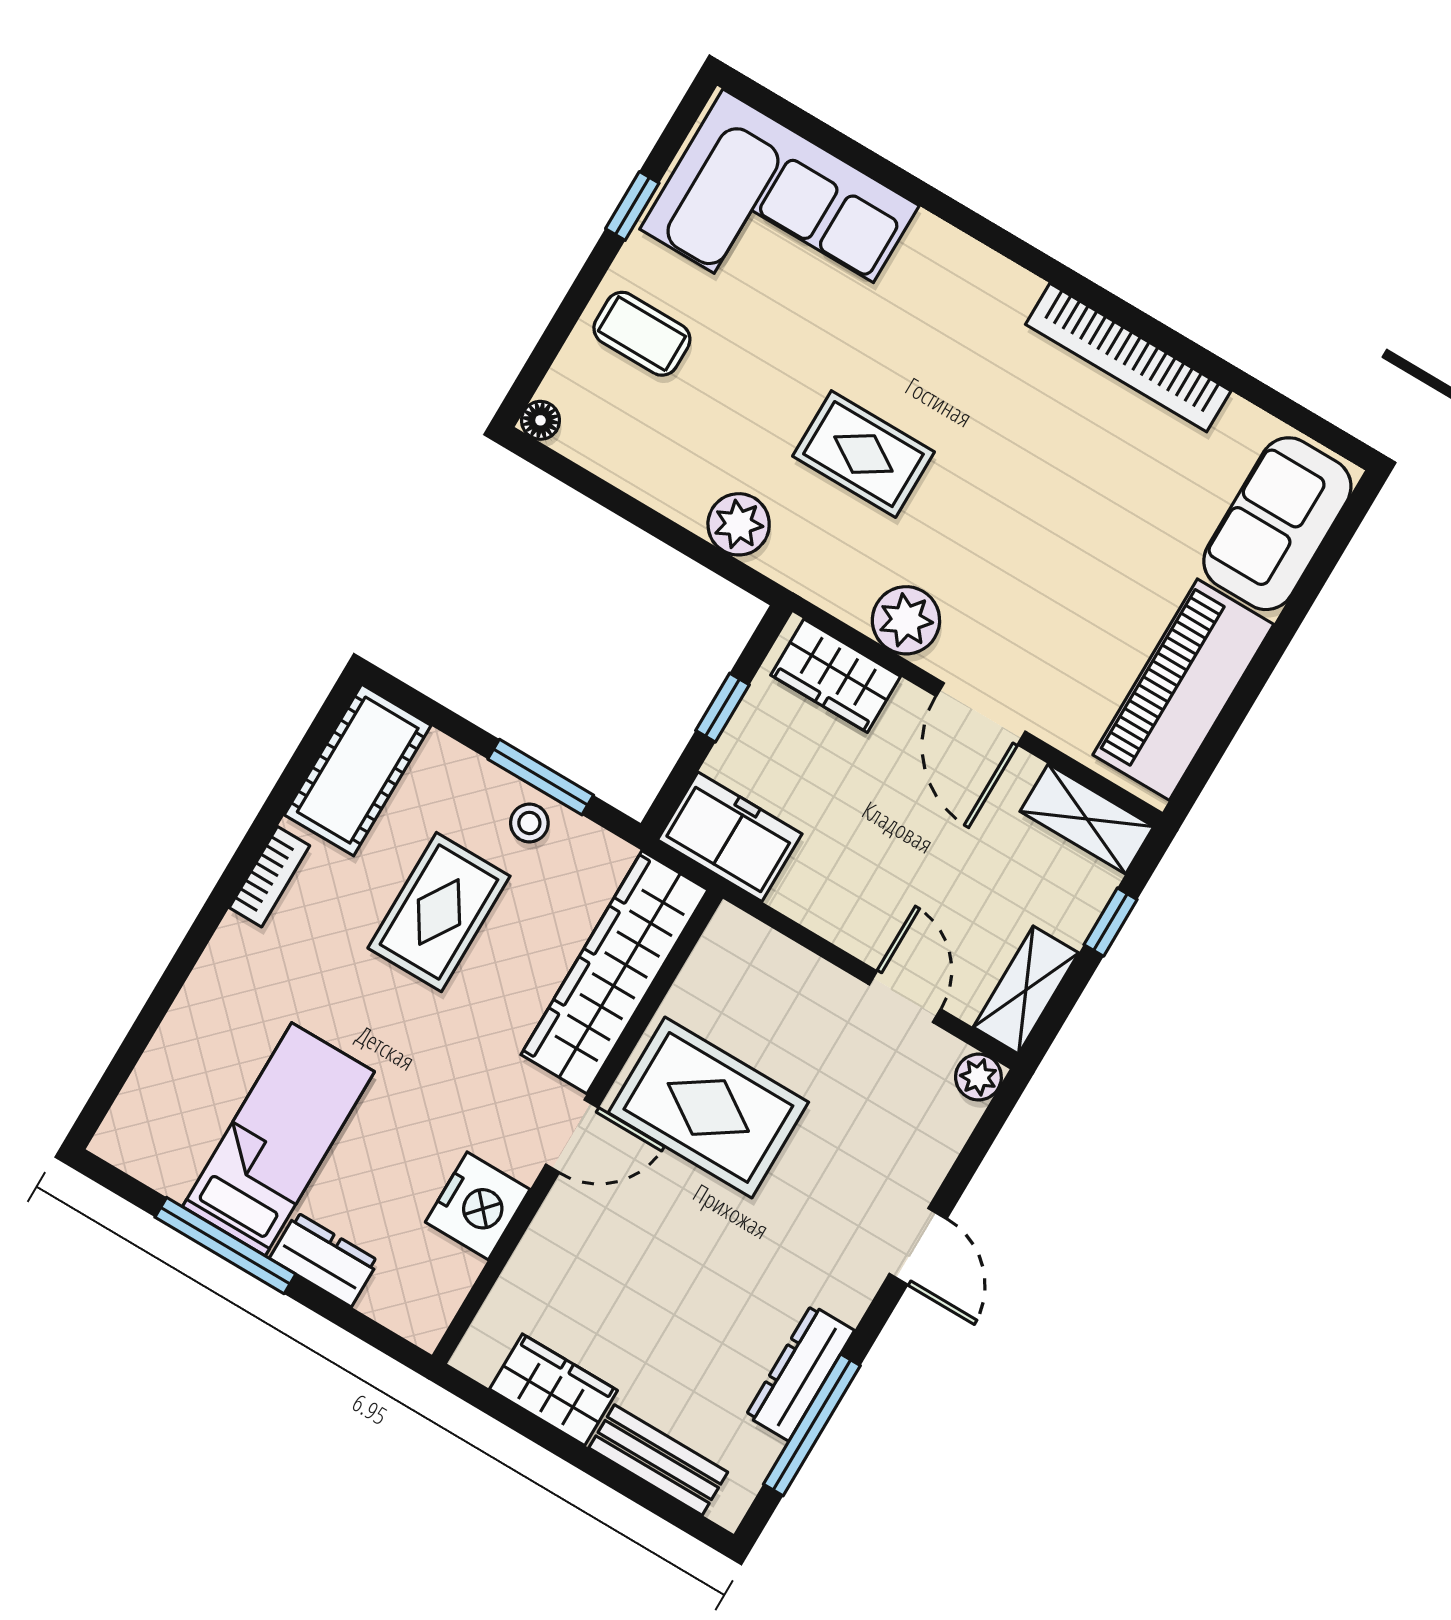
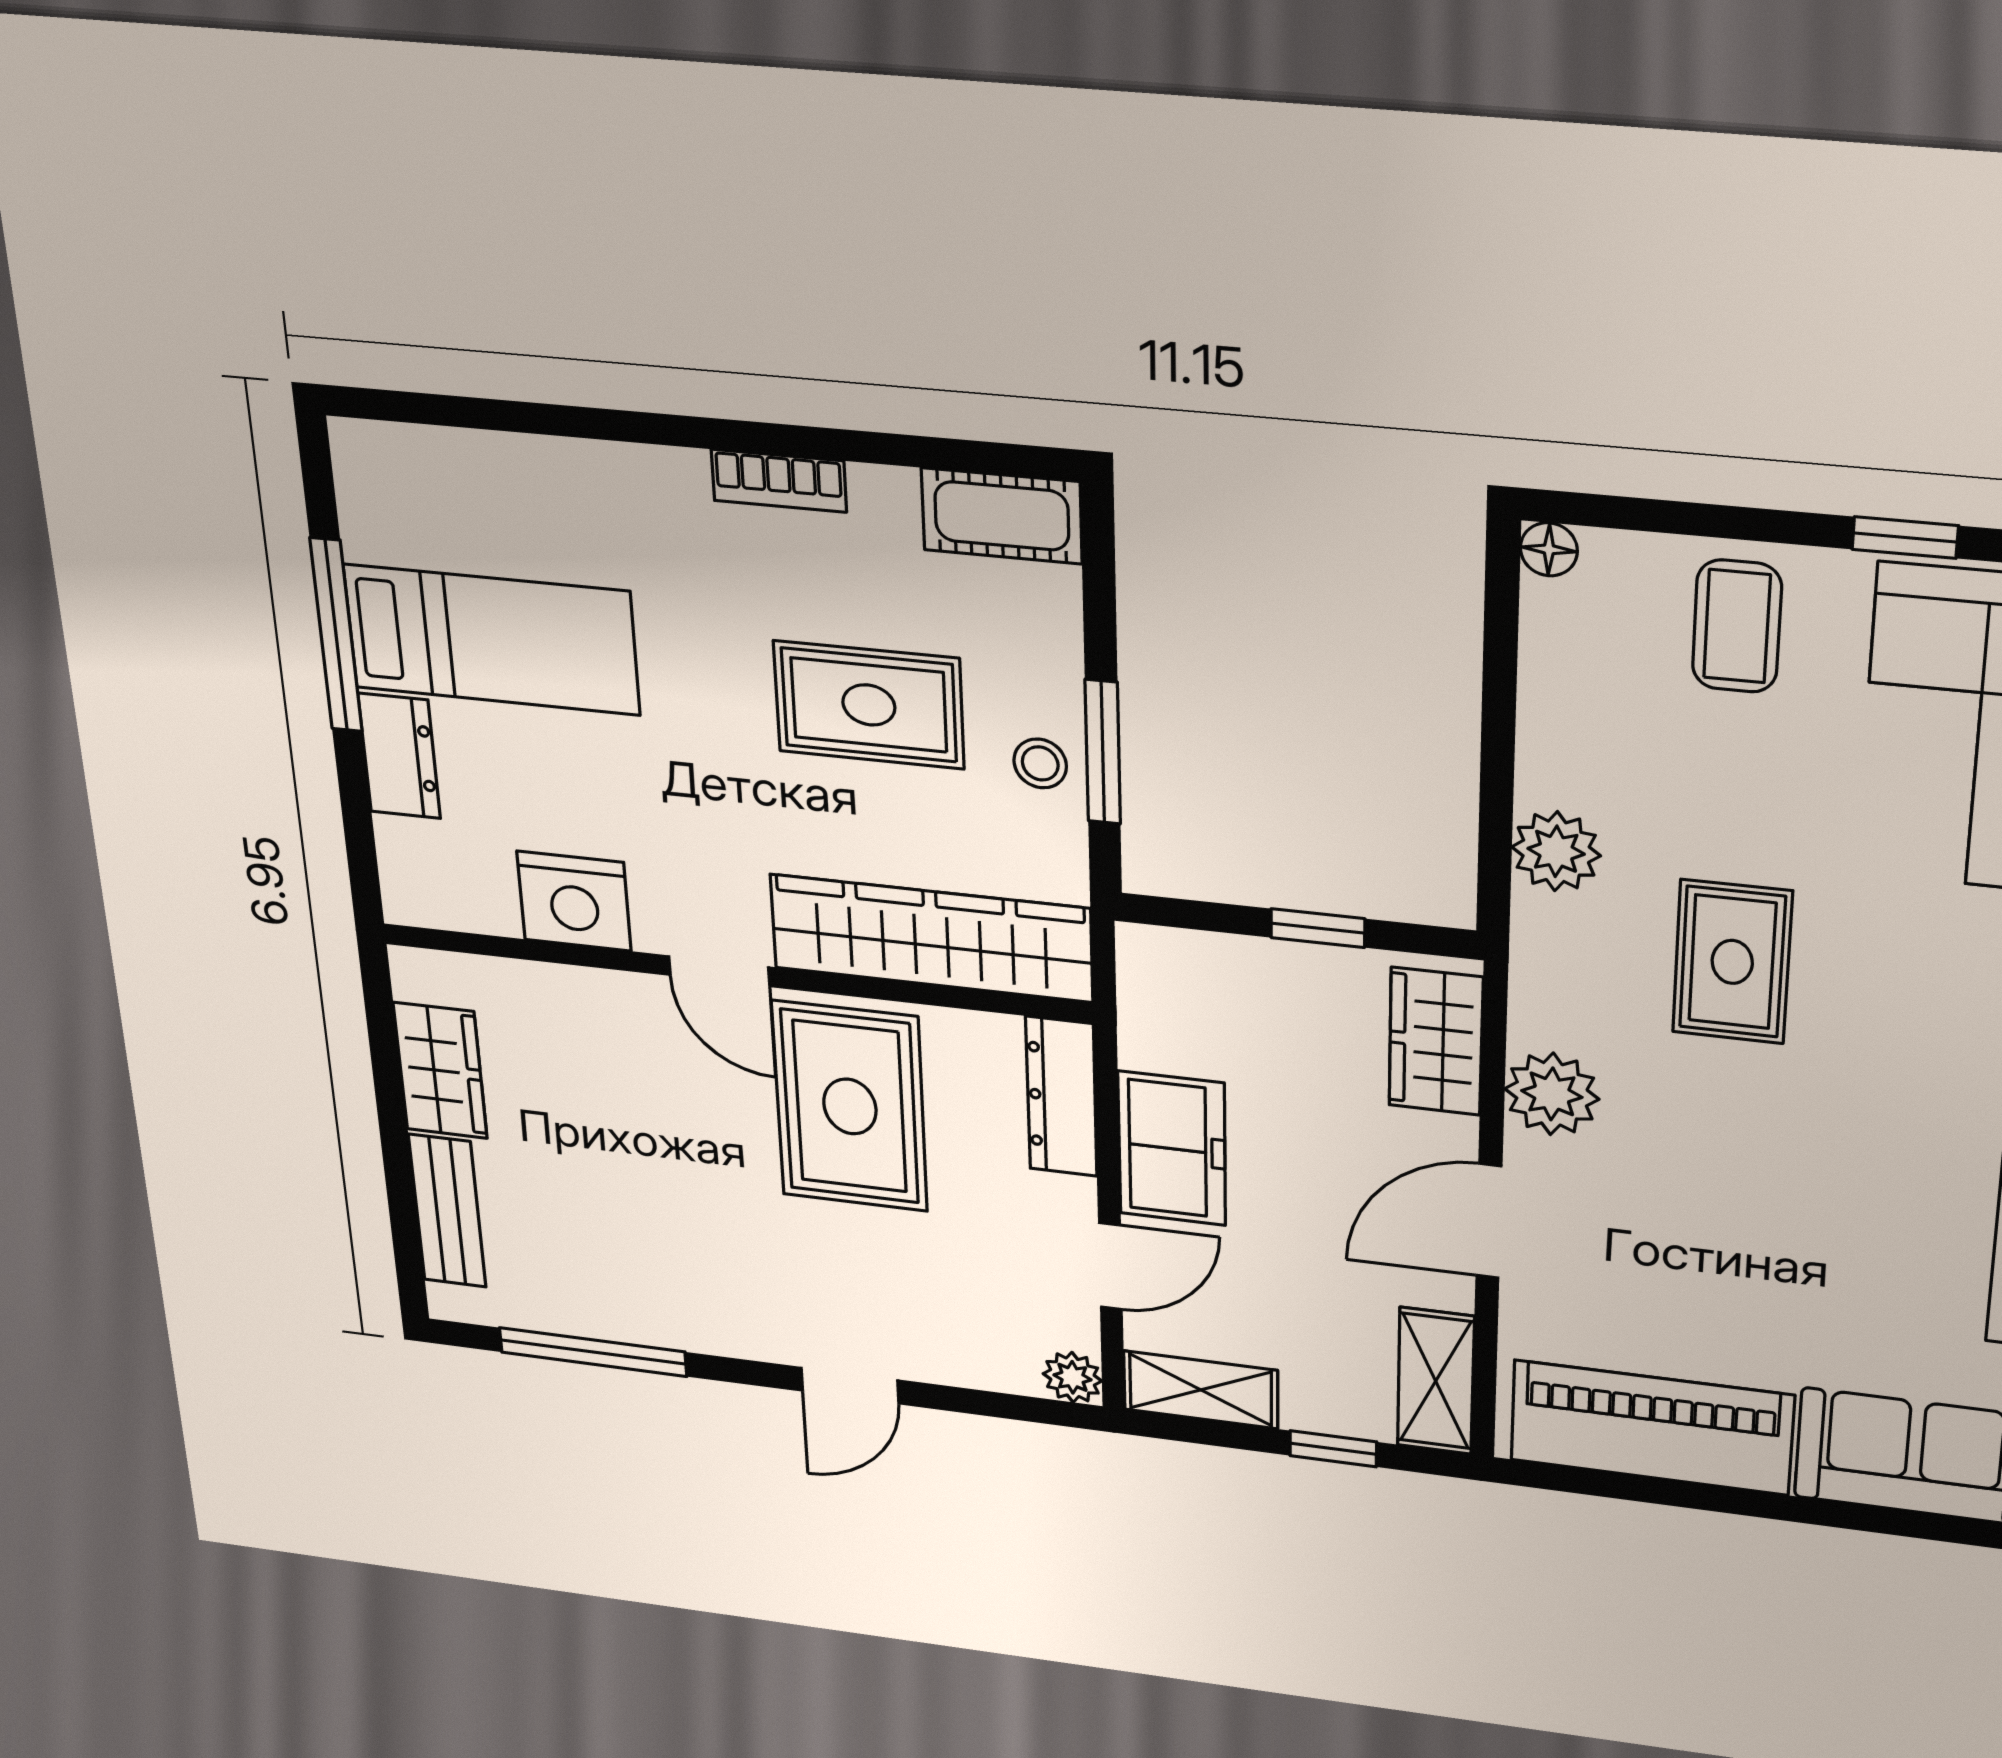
cot: (358, 770) -> (1002, 516), width x0.73, depth x0.75
freezer: (730, 837) -> (1172, 1149), moved
dresser: (800, 1373) -> (1061, 1097), moved, turned -90

